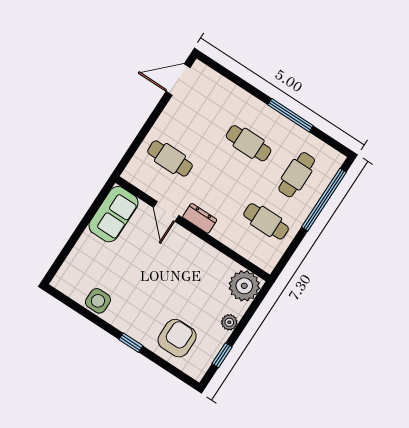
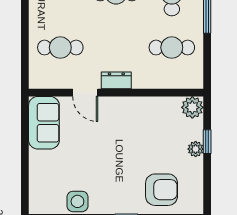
plant: (244, 286) -> (192, 107), width x0.73, depth x0.73
armchair: (177, 338) -> (162, 190), turned 90
window: (222, 355) -> (207, 142), moved

